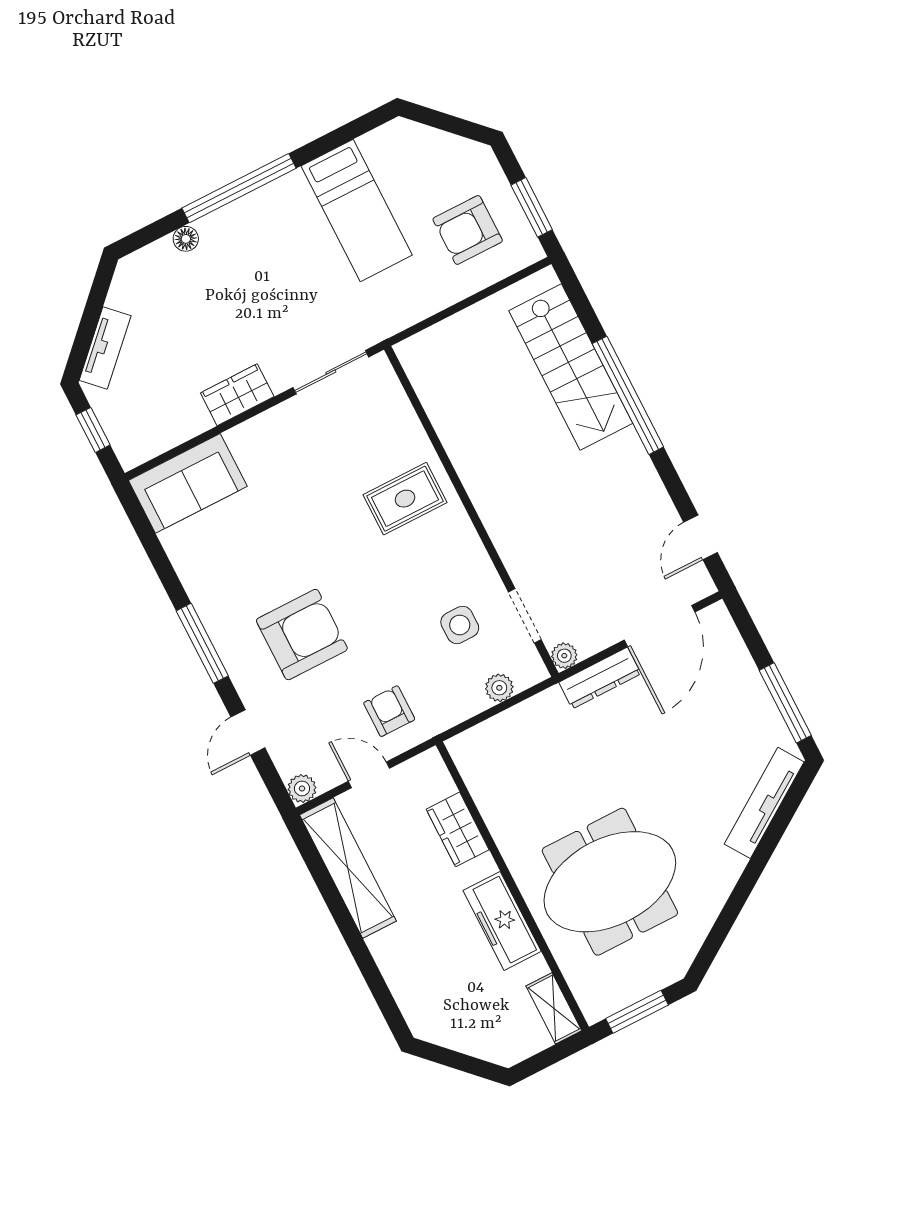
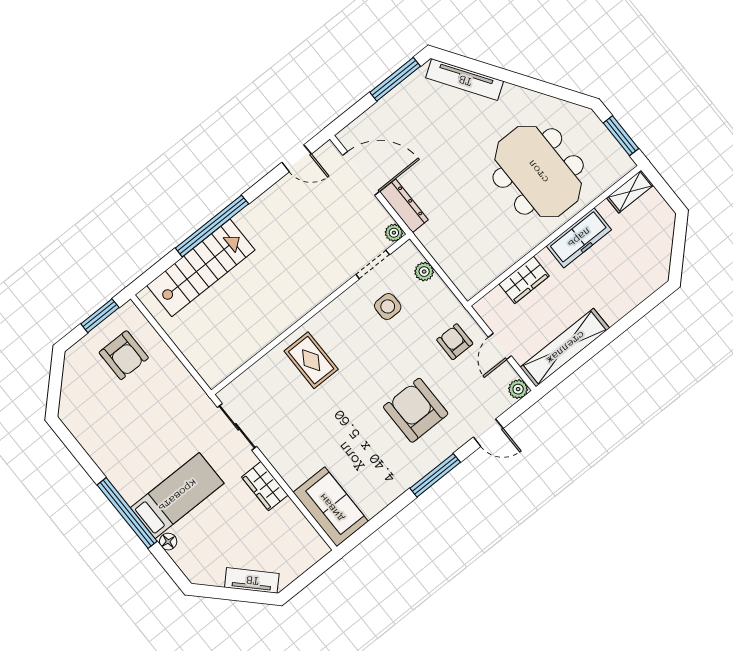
bed: (357, 211) -> (177, 496), moved
window: (93, 430) -> (308, 577), removed
armchair: (389, 711) -> (455, 342), turned 90

